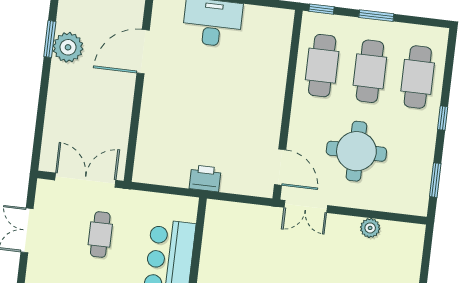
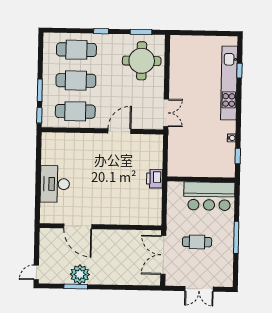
window: (376, 16) -> (40, 90), moved
round table: (356, 151) -> (142, 61), moved
door: (280, 167) -> (119, 131), moved
plant: (370, 228) -> (176, 70), removed

